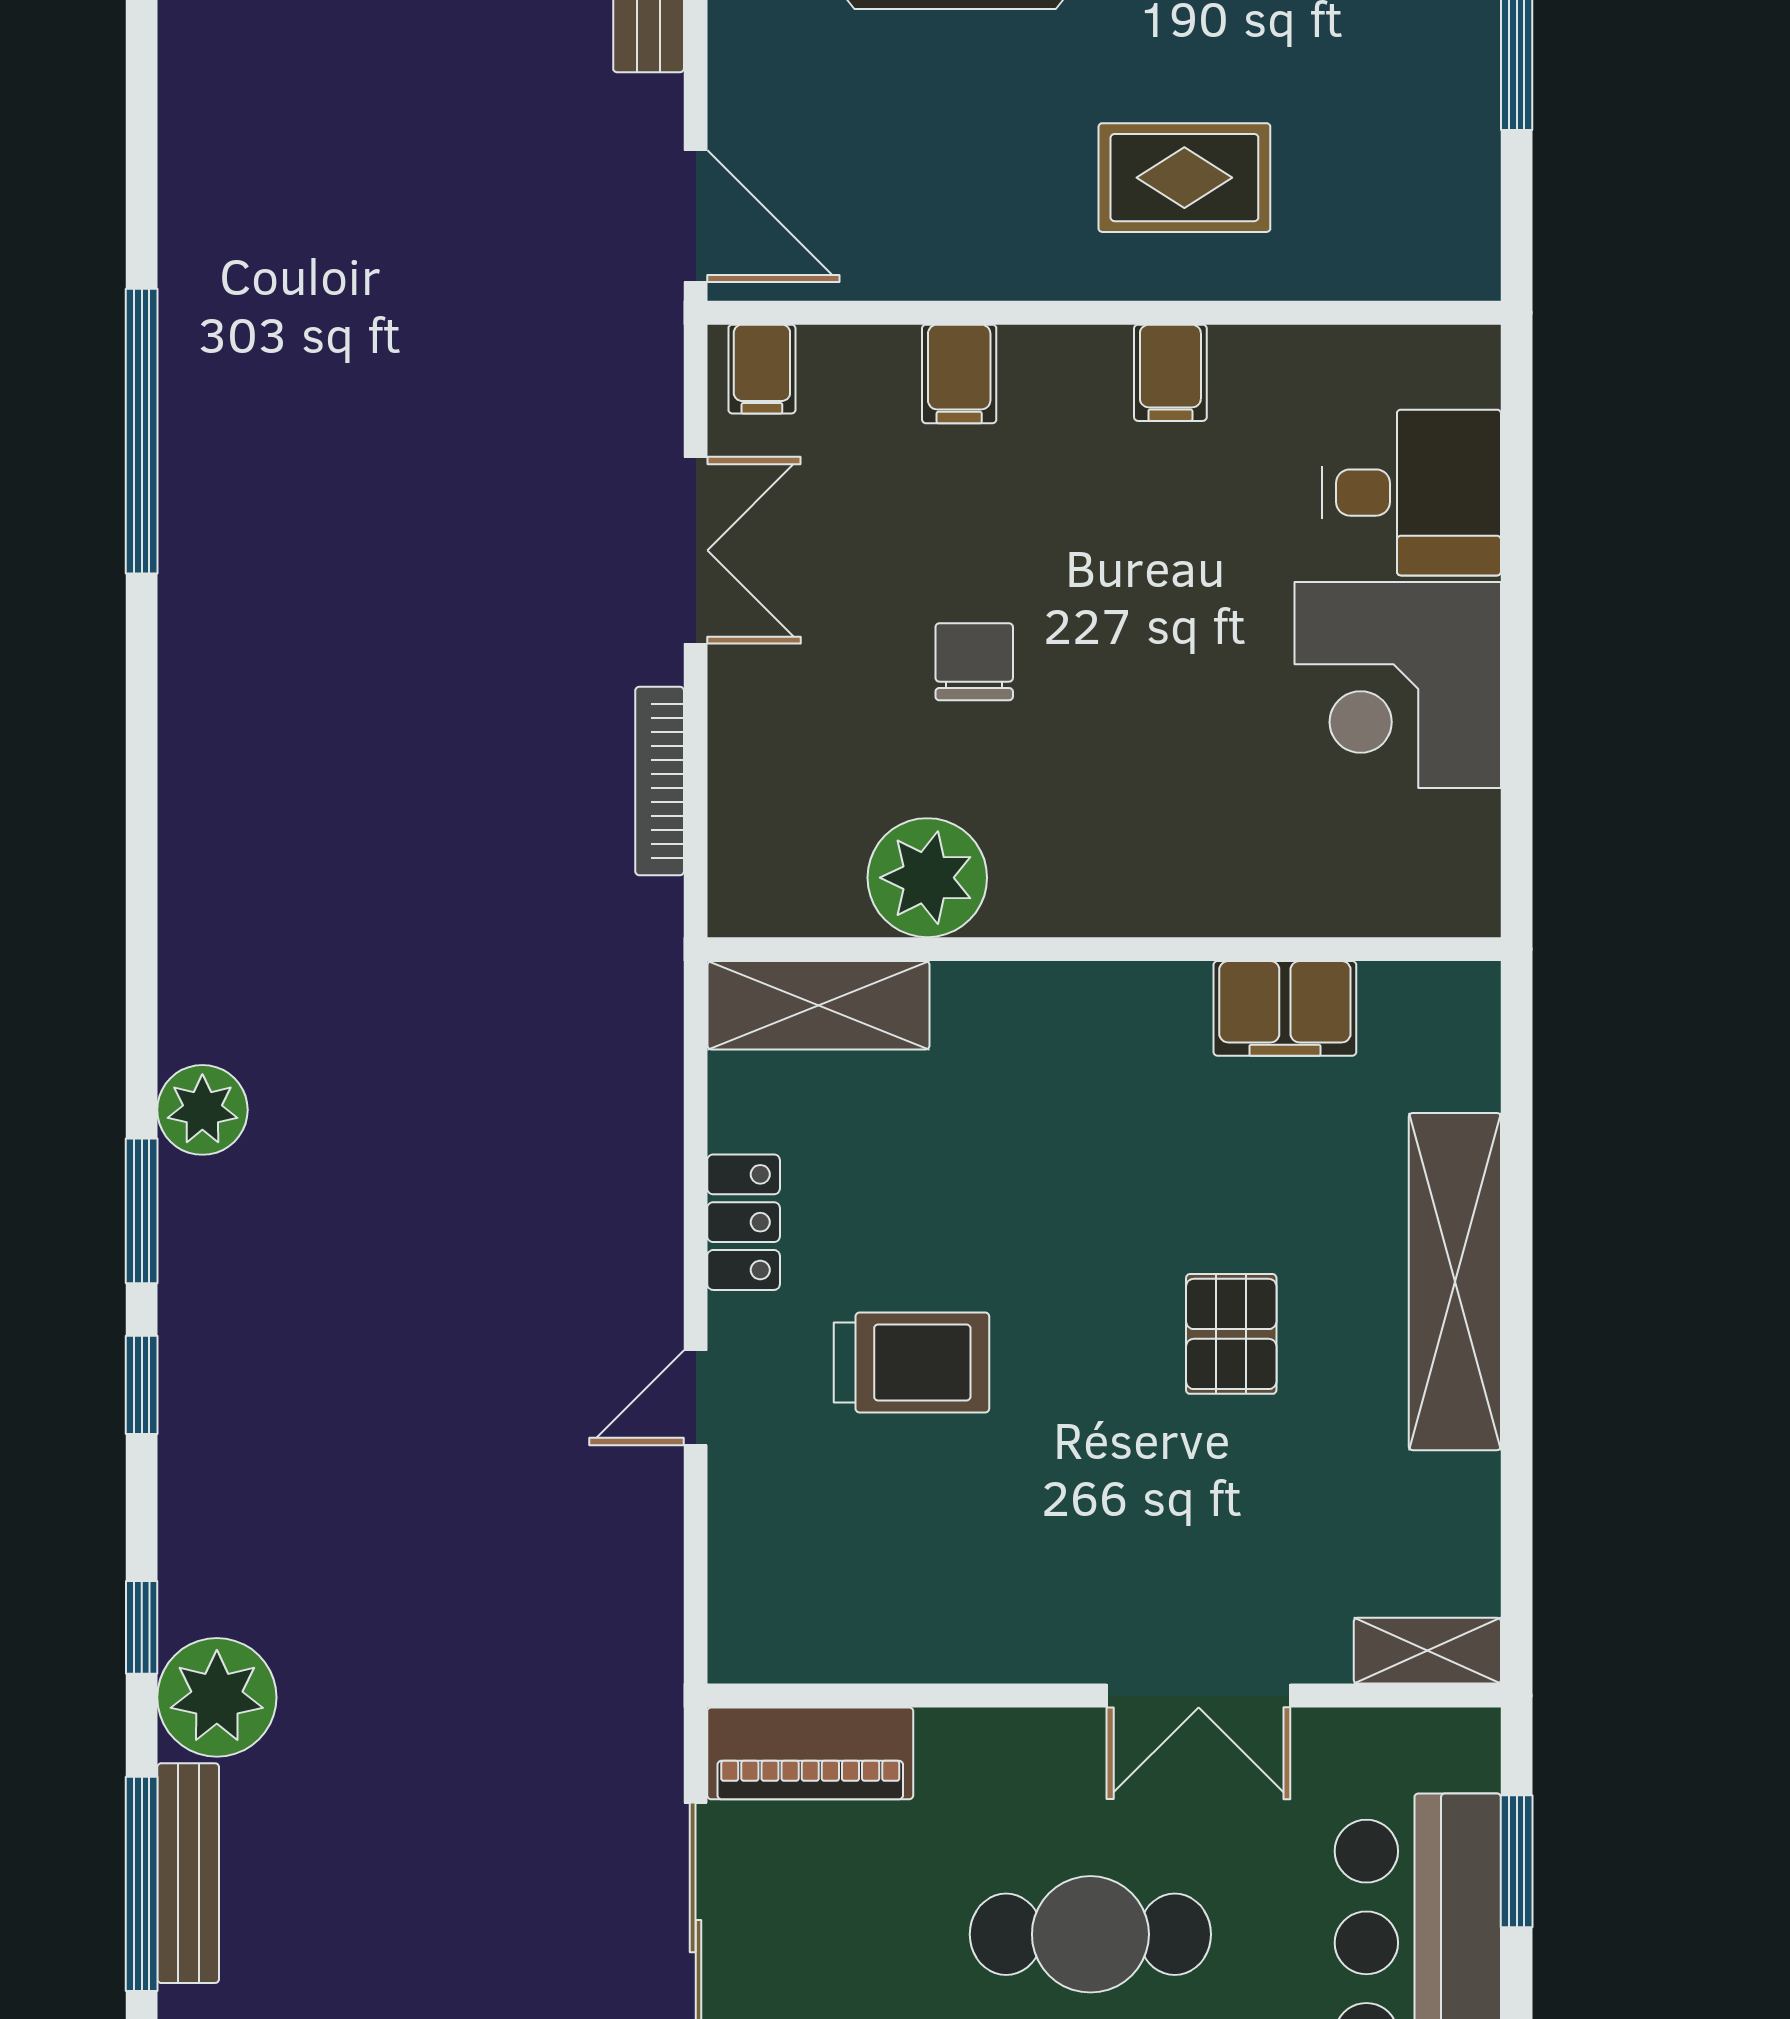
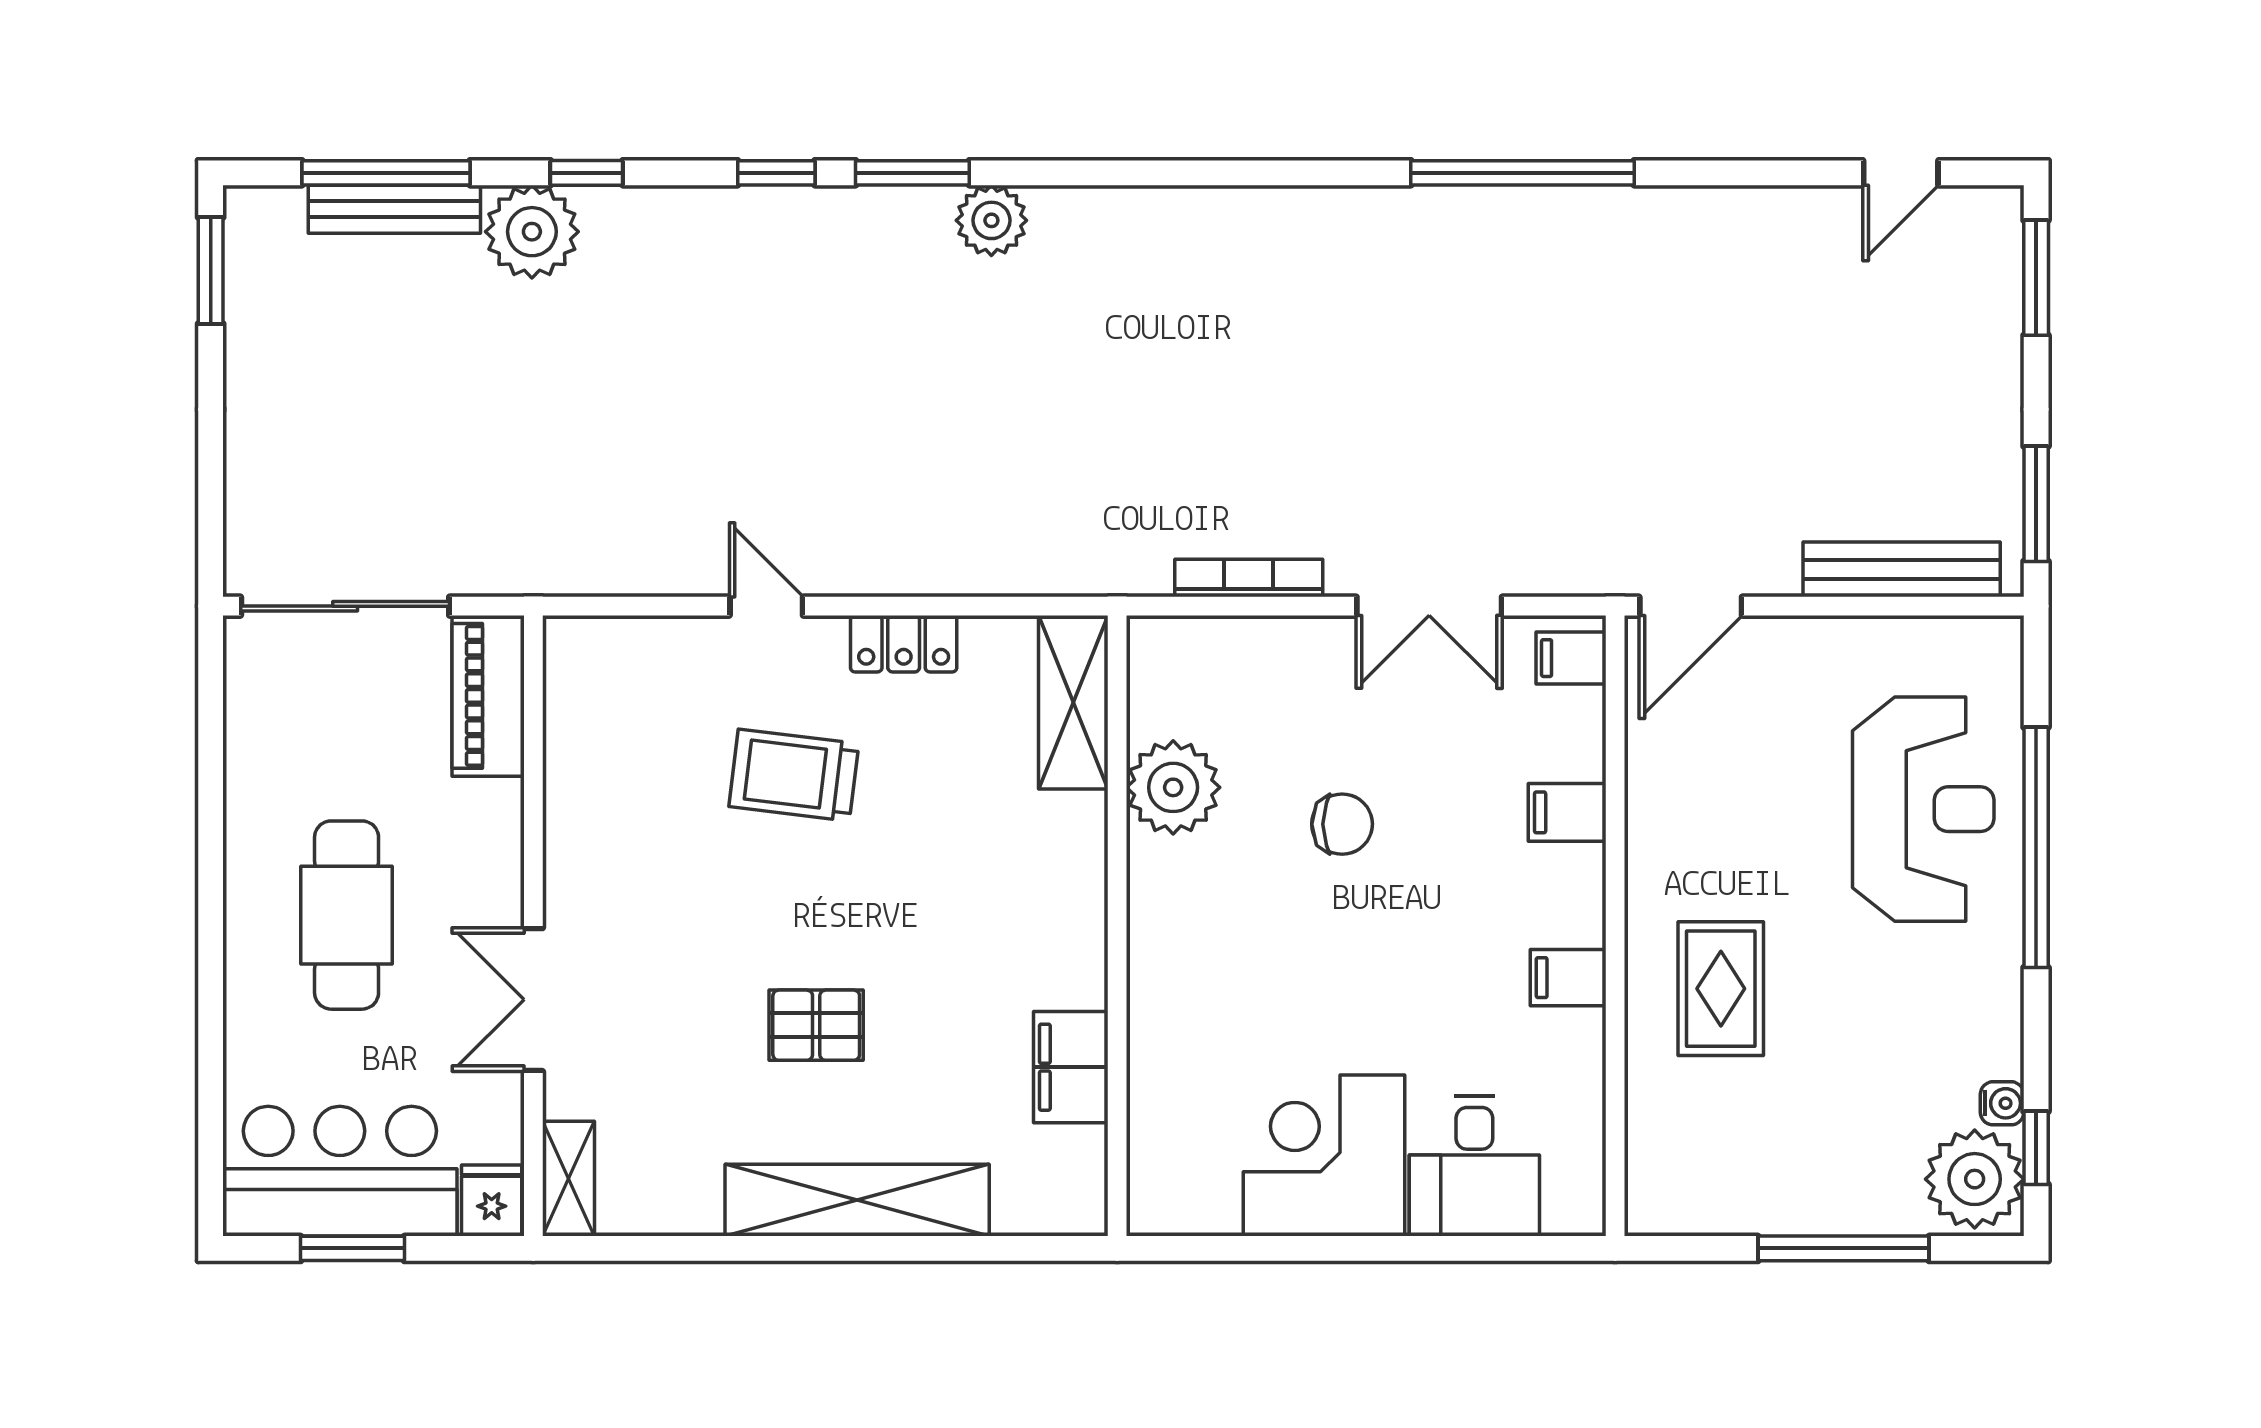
trolley: (911, 1362) -> (794, 775), turned 97
fridge: (1455, 1749) -> (492, 1200), added
window: (1517, 1861) -> (352, 1248), moved

